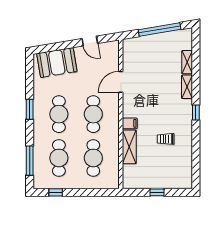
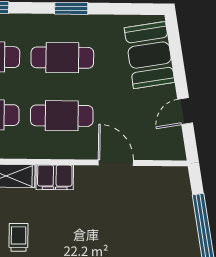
filing cabinet: (130, 123) -> (55, 177), width x2.00

